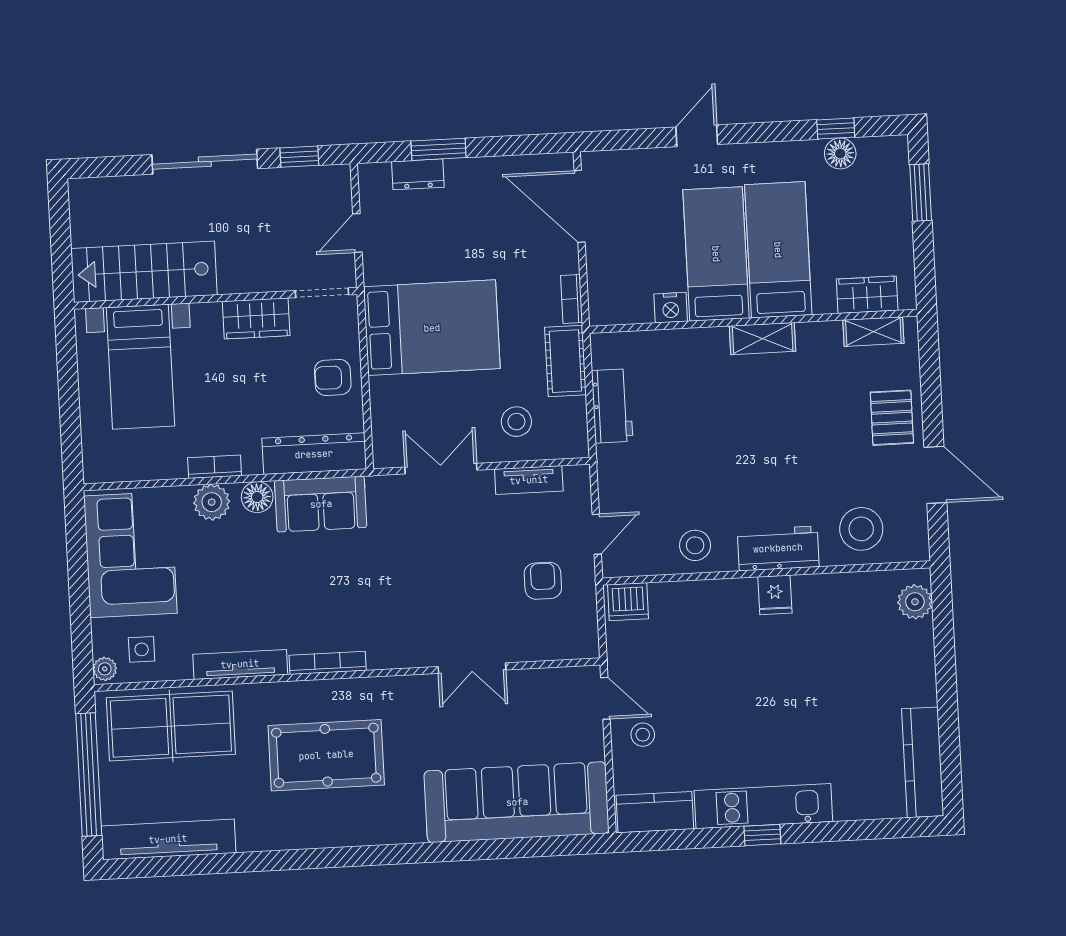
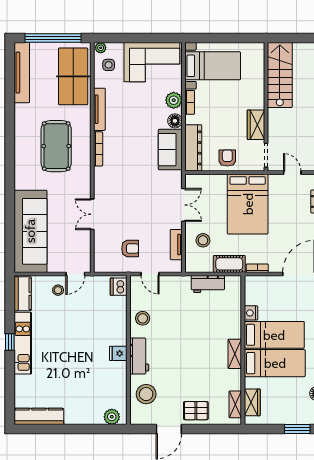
bed with nightstands: (140, 367) -> (213, 66), moved, turned 180

